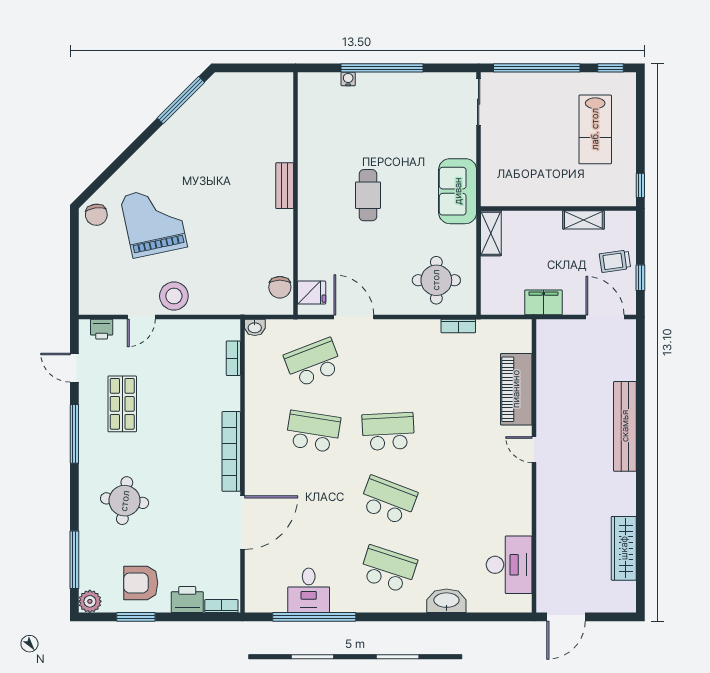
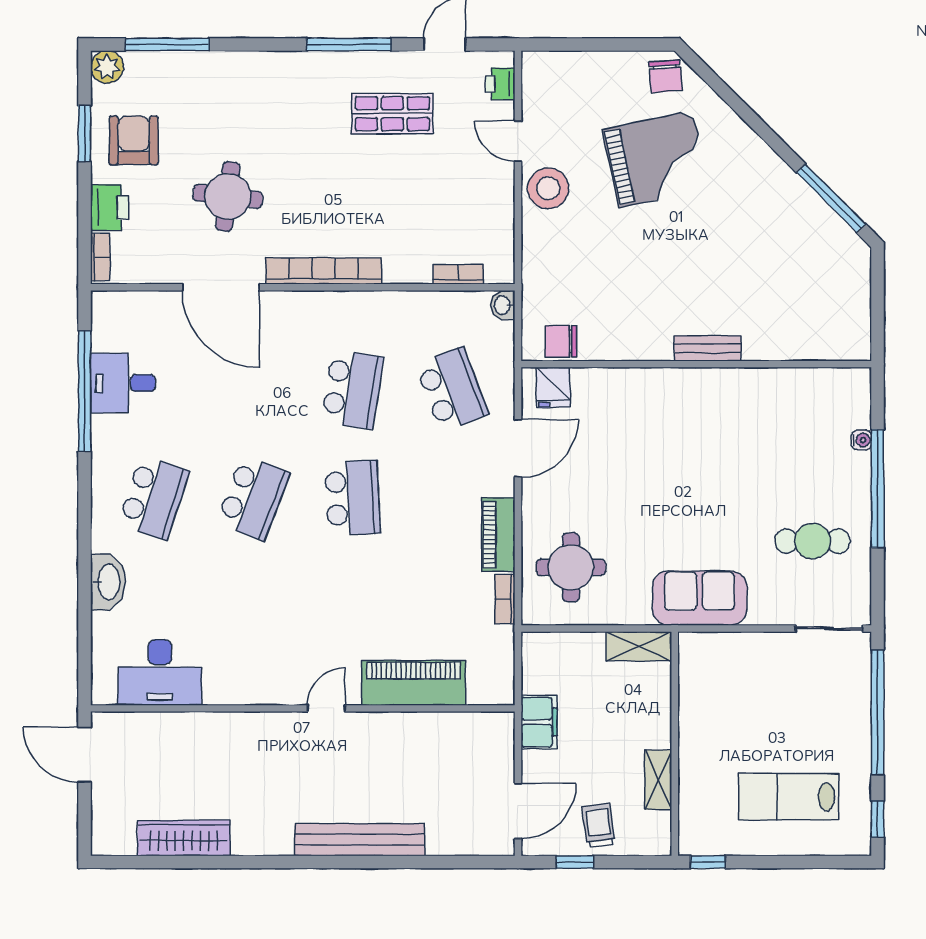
cafe table: (368, 195) -> (812, 541), moved
chair: (96, 215) -> (666, 76), turned -88
piano: (414, 331) -> (498, 535), added
round table: (125, 501) -> (228, 196), moved

